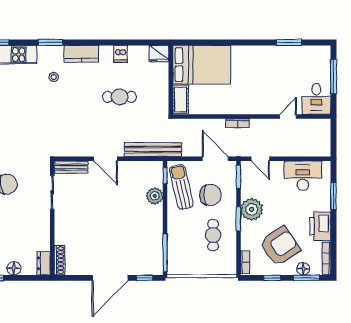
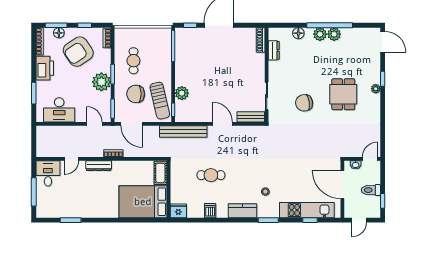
dresser: (255, 108) -> (99, 166), added
dresser: (44, 263) -> (274, 50), moved

